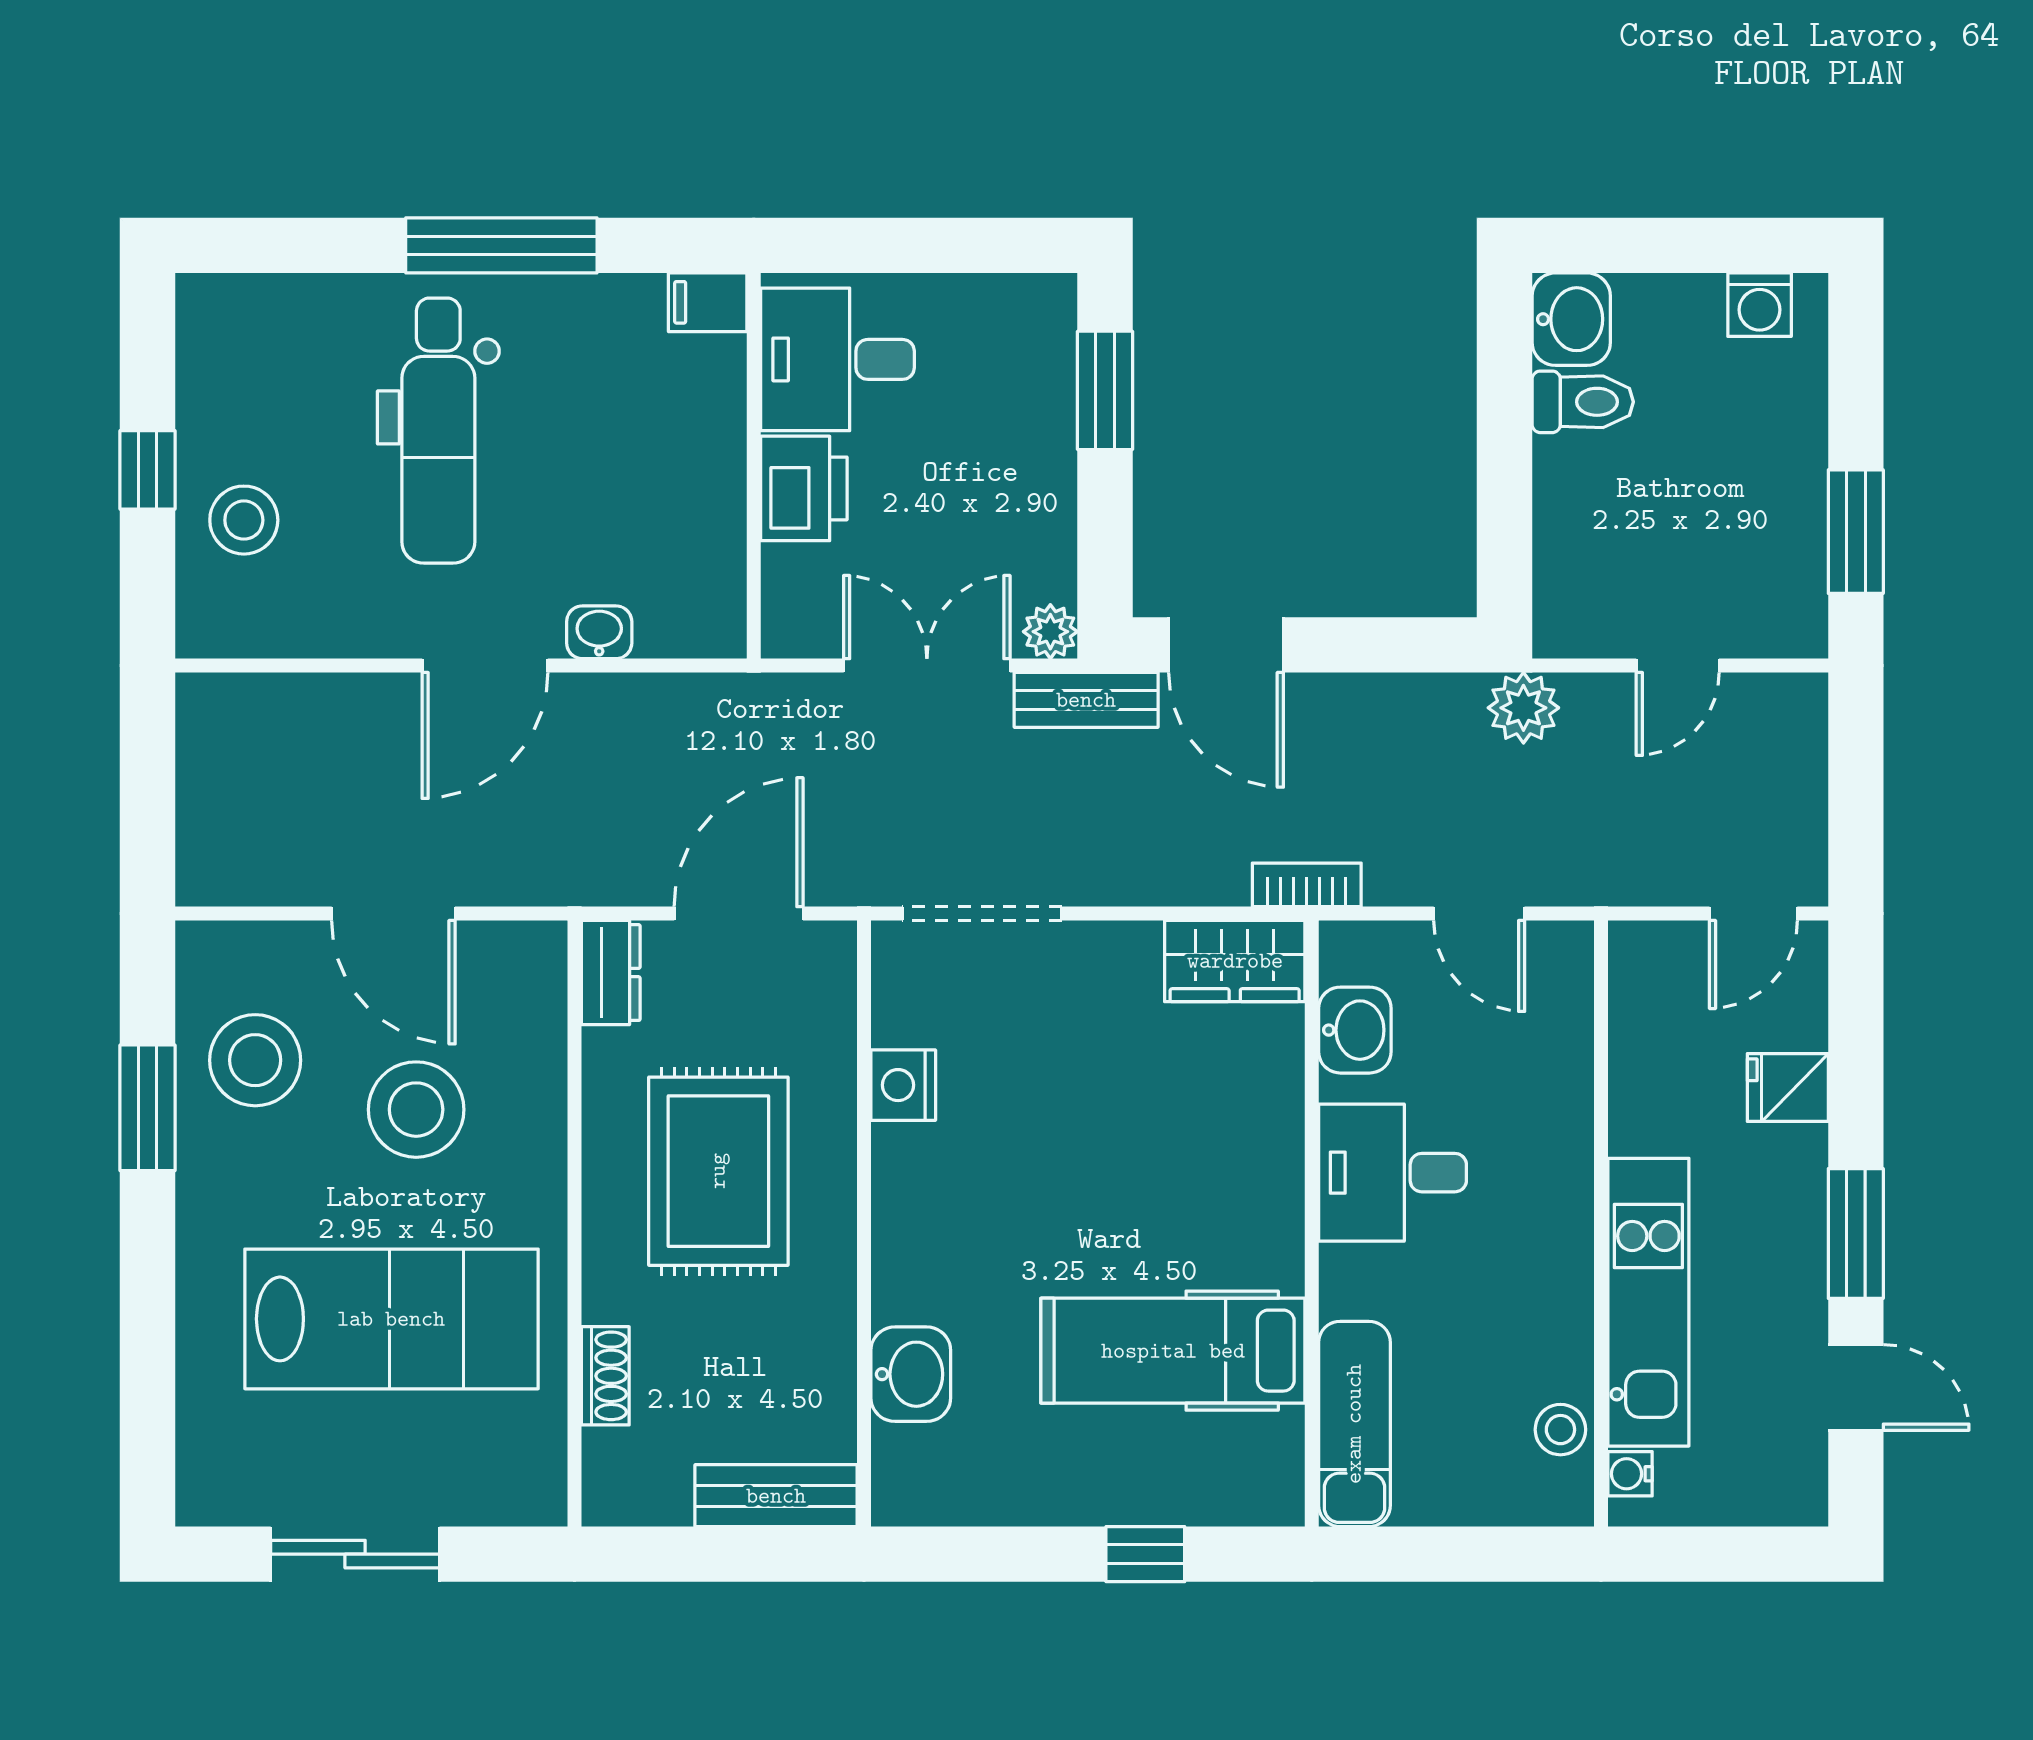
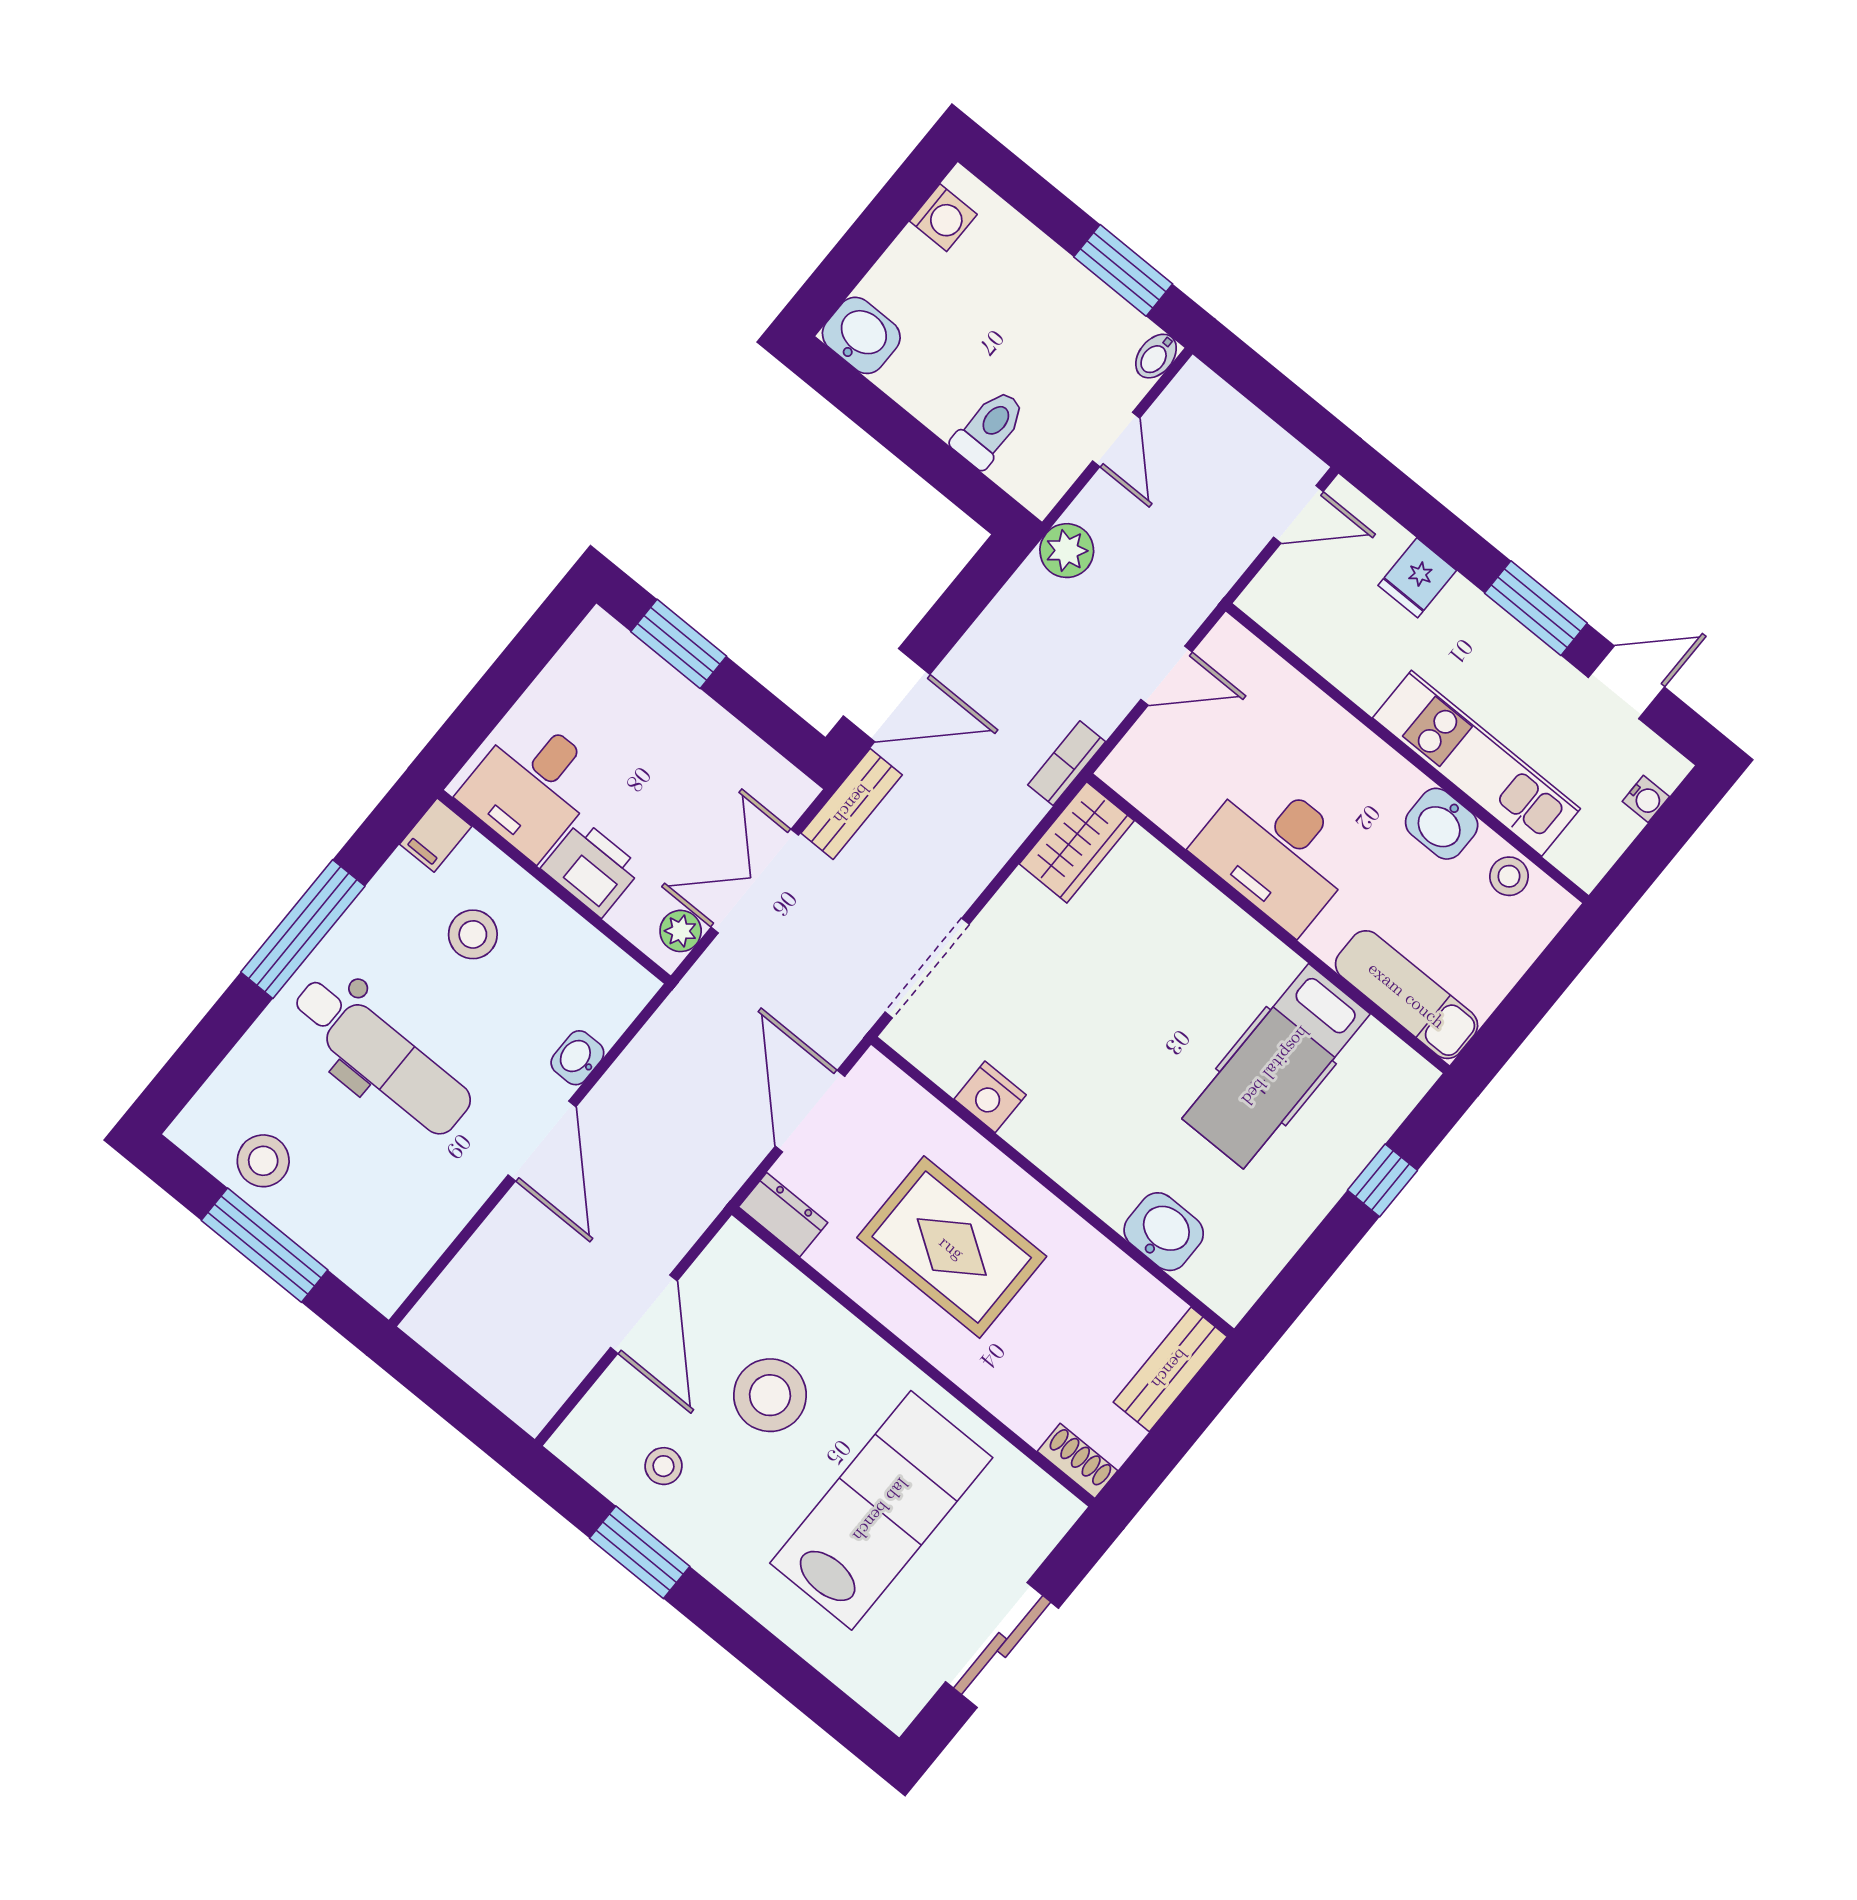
toilet: (1583, 402) -> (989, 429), moved
stool: (638, 423) -> (473, 934), added
window: (148, 470) -> (265, 1245), width x2.17
stool: (244, 520) -> (263, 1161), moved
plant: (1050, 632) -> (681, 931), moved
bidet: (1796, 637) -> (1156, 356), added
door: (393, 914) -> (644, 1314), hinge flipped
door: (1753, 914) -> (1298, 514), hinge flipped
washbasin: (1355, 1030) -> (1442, 824), moved, turned 180
stool: (255, 1060) -> (664, 1466), width x0.53, depth x0.53
desk: (1392, 1173) -> (1277, 851), width x1.37
shoe rack: (605, 1376) -> (1077, 1461), moved
water cooler: (1630, 1474) -> (1646, 799), moved, turned -90

